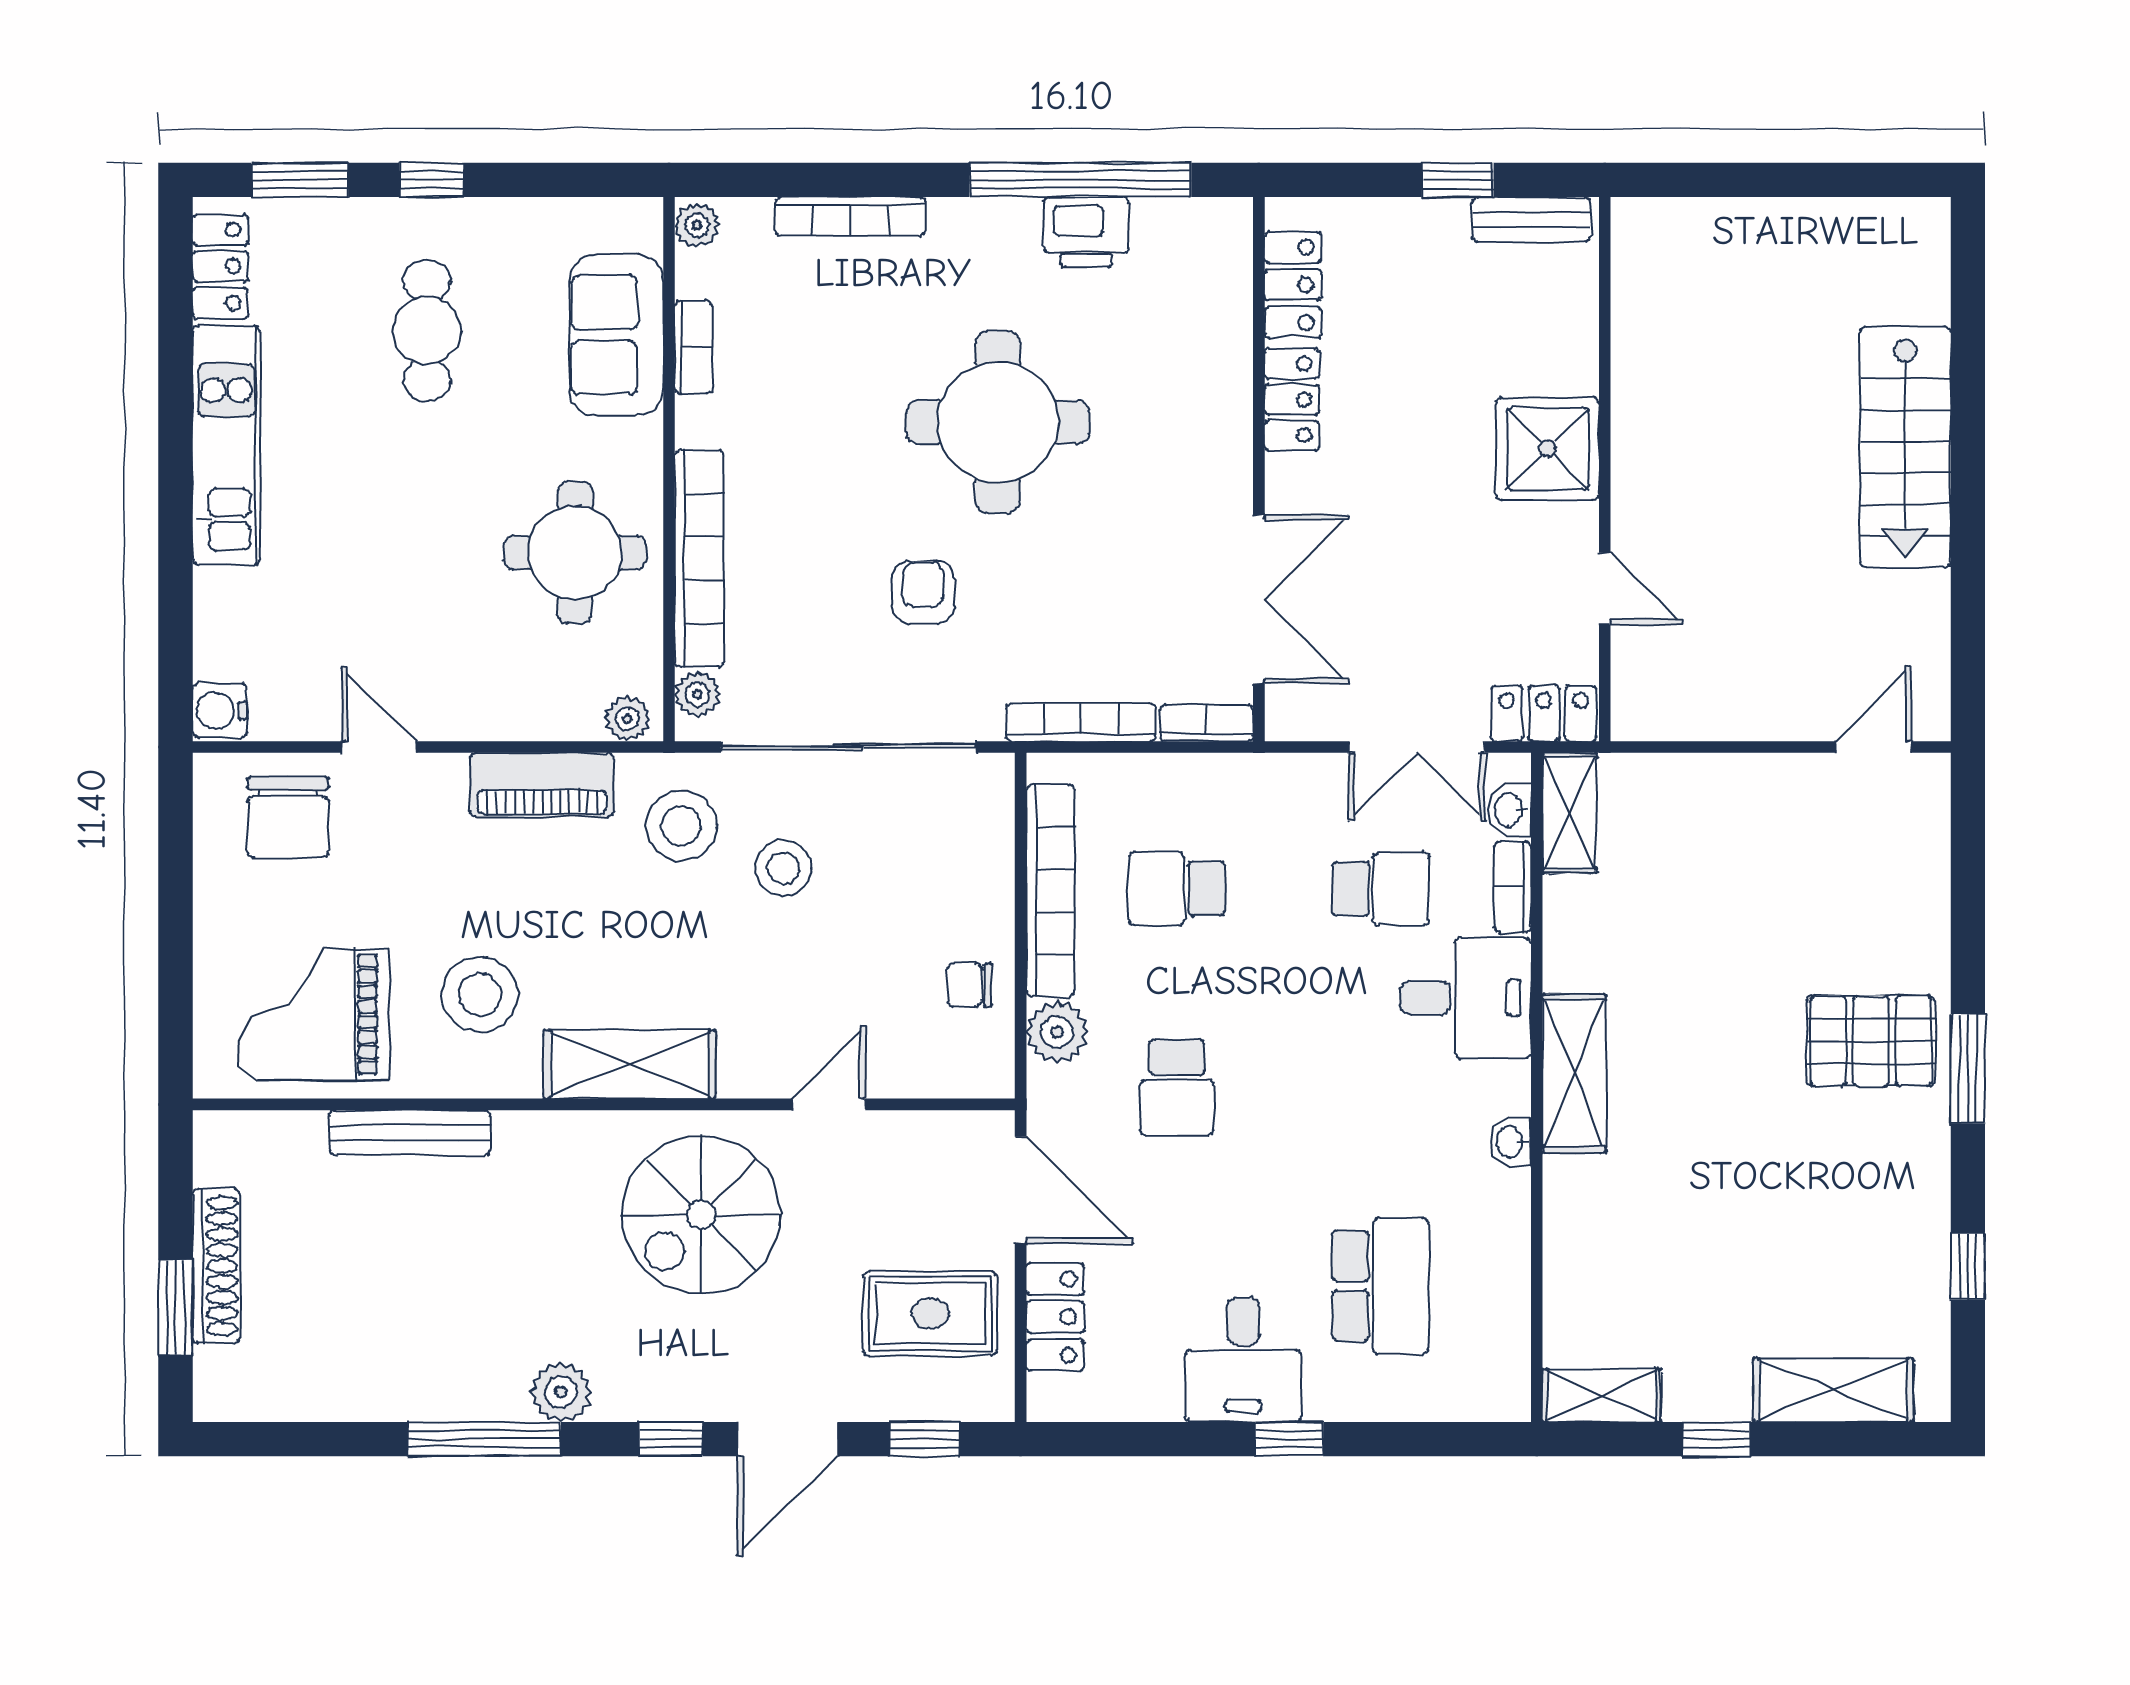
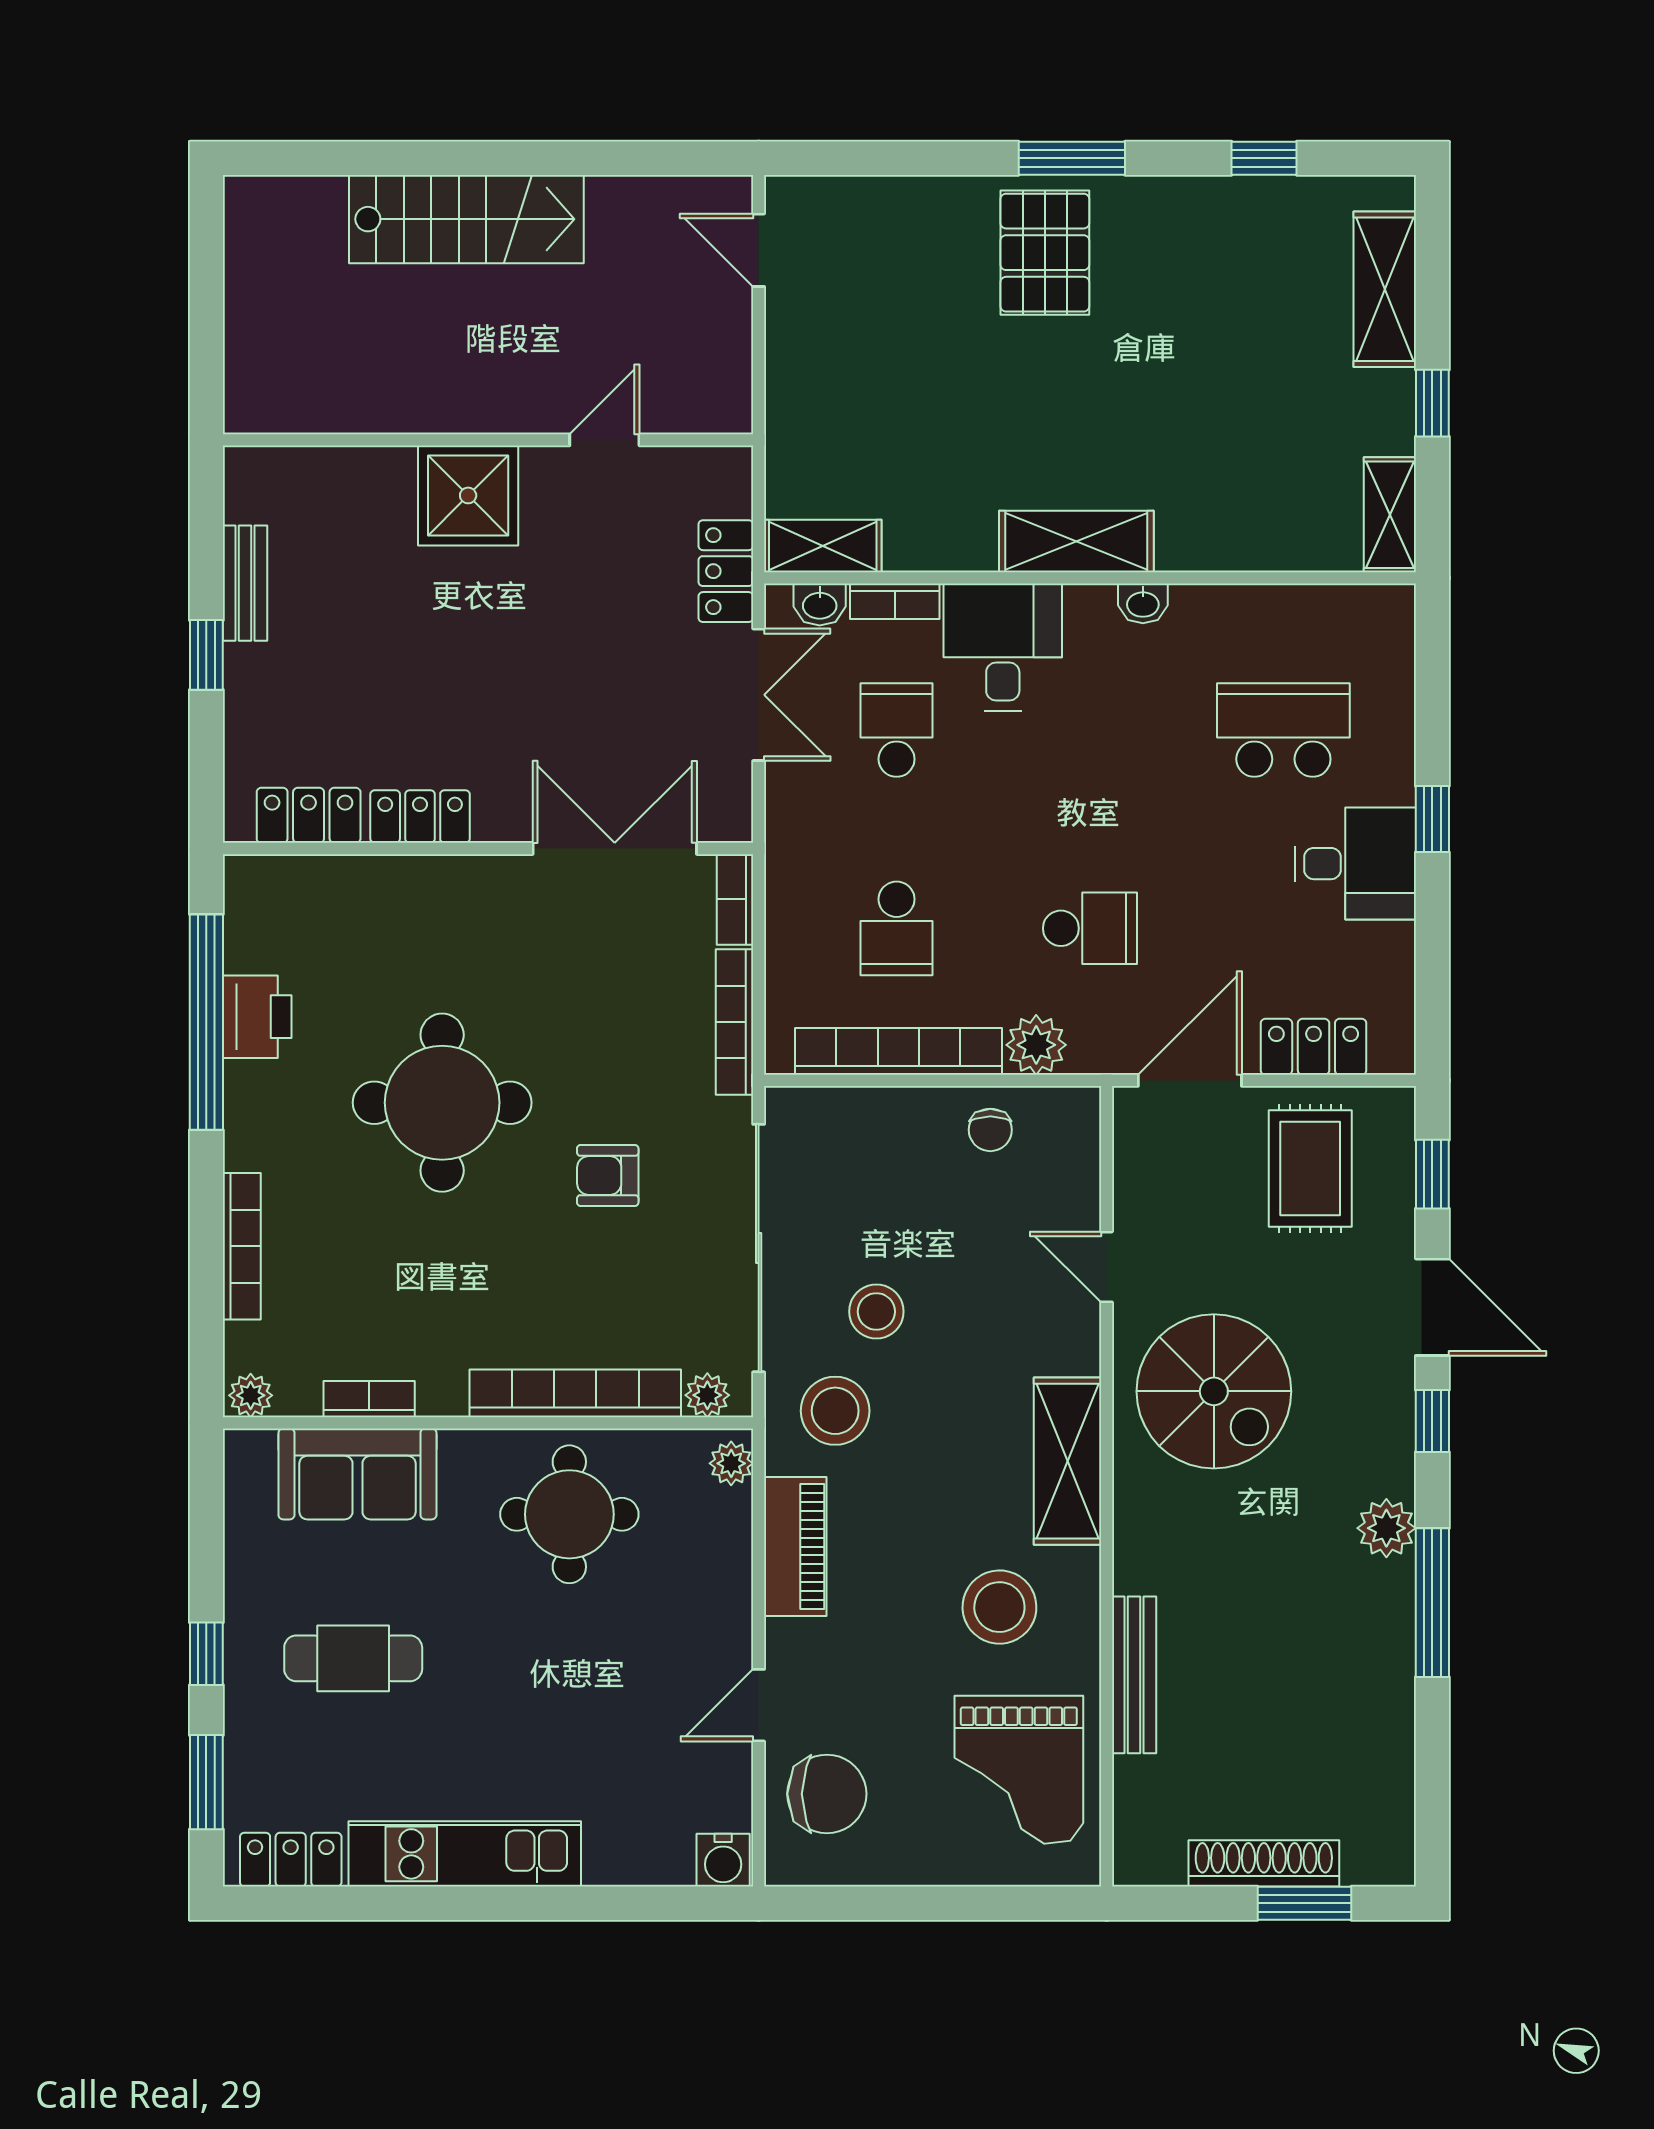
shower: (1548, 449) -> (468, 495), moved
wall: (1605, 469) -> (488, 440), moved
door: (1605, 589) -> (604, 440), moved

